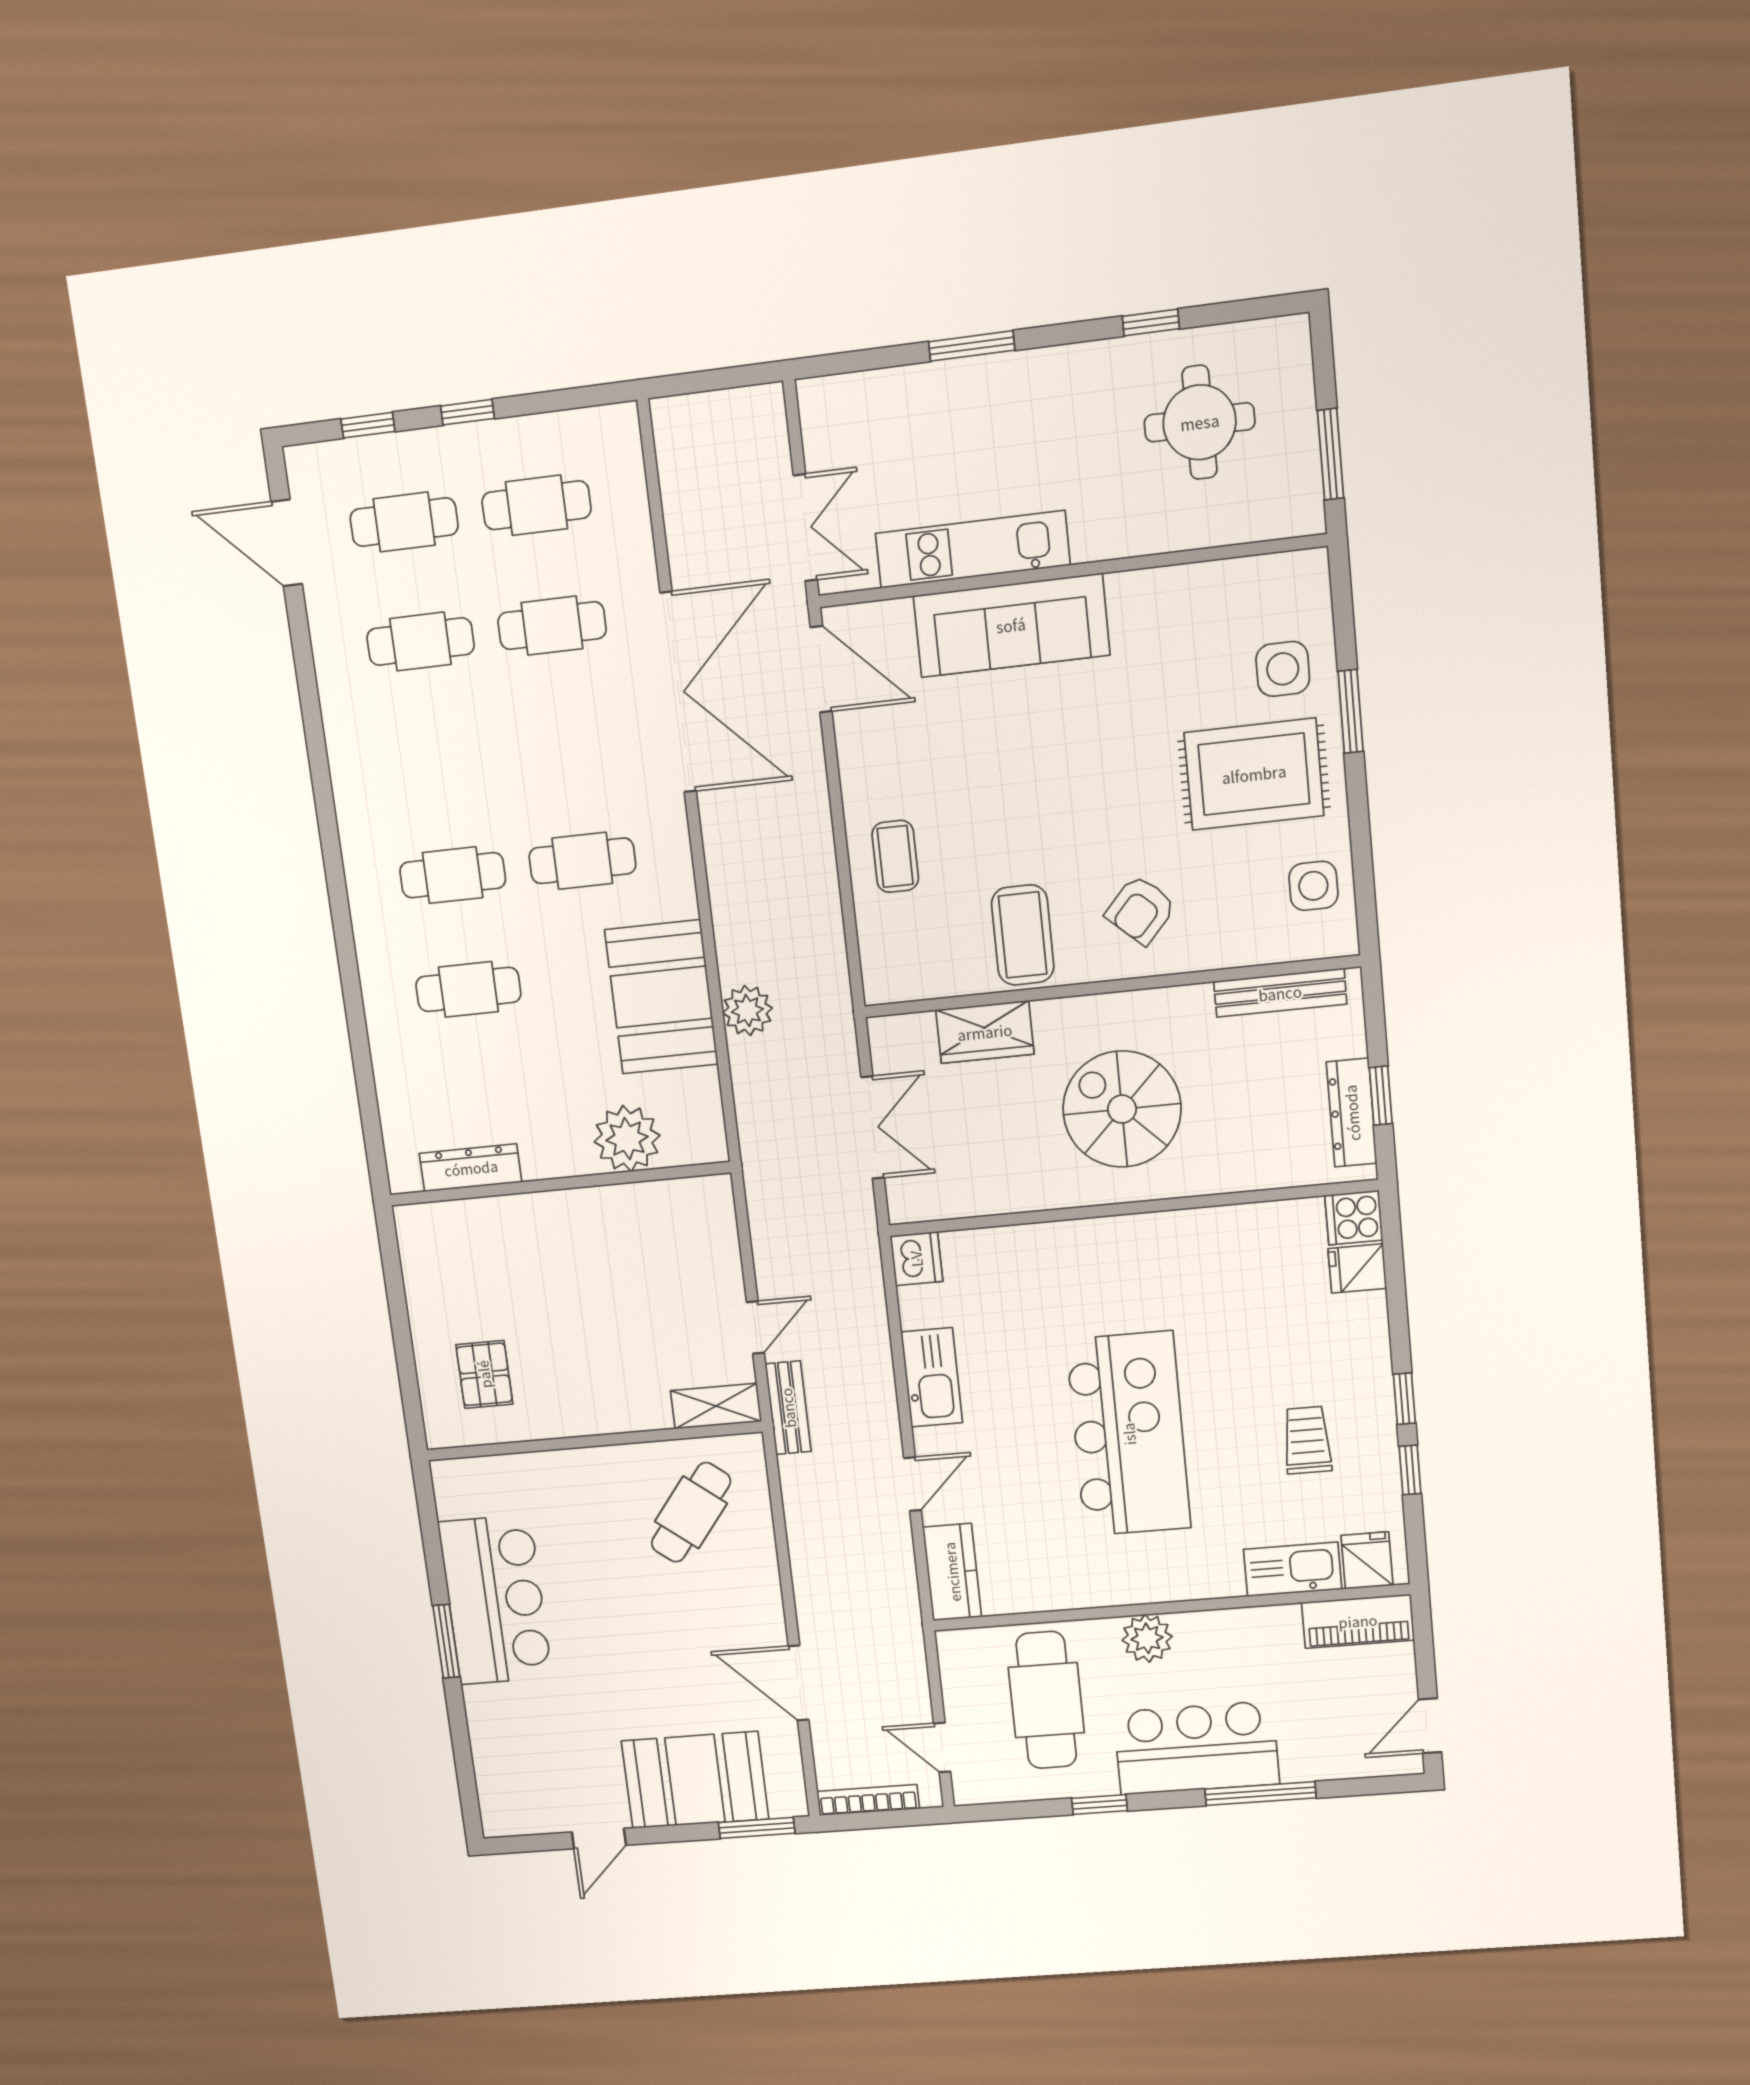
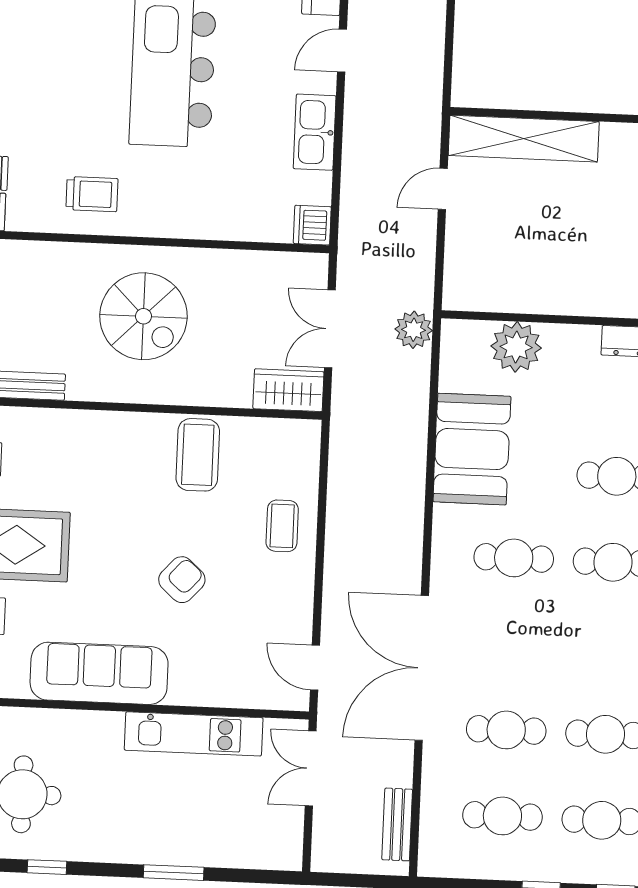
sofa: (1011, 625) -> (99, 673), moved
door: (821, 669) -> (315, 668), width x0.73
armchair: (1141, 910) -> (182, 580), moved
plant: (747, 1010) -> (414, 330), moved
wardrobe: (985, 1032) -> (288, 390), moved
shelving: (716, 1406) -> (524, 139), width x2.20, depth x1.33
bench: (788, 1408) -> (397, 824), moved
trolley: (1307, 1440) -> (92, 194), moved, turned -90
cafe table: (691, 1512) -> (517, 50), removed

